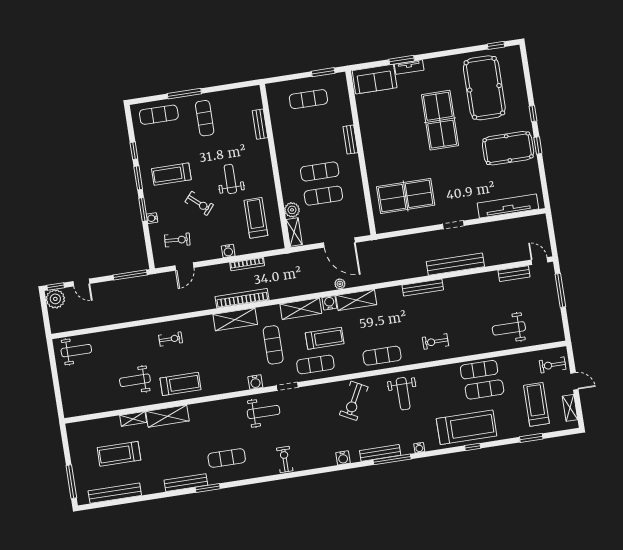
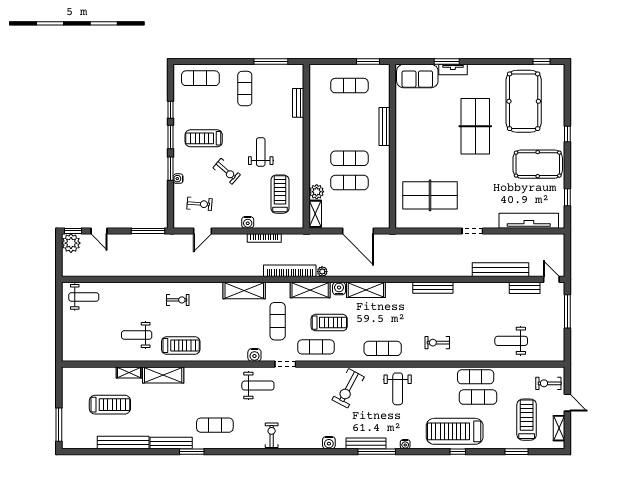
window: (184, 94) -> (271, 61), moved
bench: (350, 140) -> (384, 127), width x1.36
window: (538, 145) -> (567, 197), moved
bench: (455, 264) -> (500, 270), moved
plant: (340, 284) -> (322, 272), moved
bookcase: (242, 298) -> (290, 271), moved
treadmill: (467, 427) -> (455, 431), turned 180
treadmill: (119, 454) -> (110, 405), turned 180
bench: (115, 493) -> (123, 443), moved

